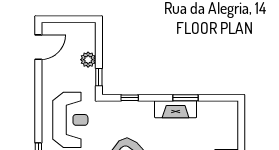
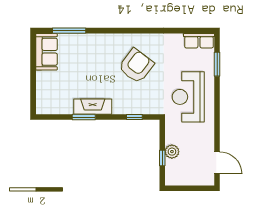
door: (38, 47) -> (217, 163), swing flipped
window: (99, 77) -> (162, 158), moved

